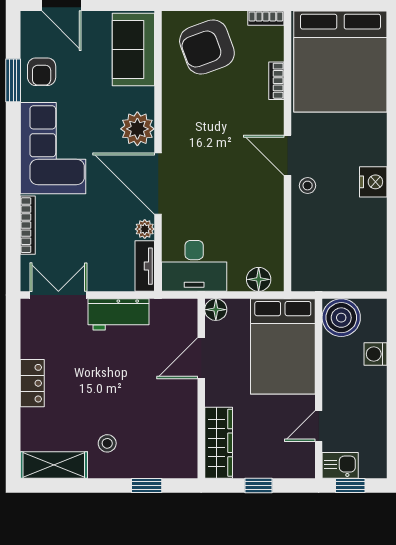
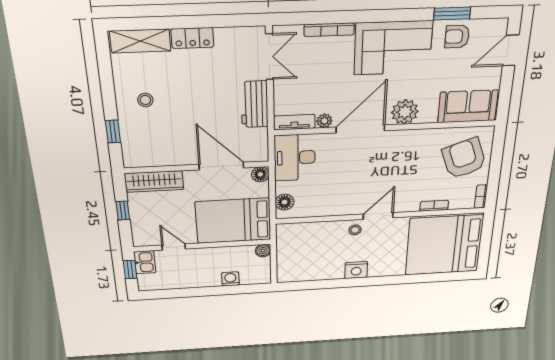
boiler: (341, 318) -> (263, 251), width x0.54, depth x0.54
door: (201, 358) -> (221, 166), width x1.36
shelving: (54, 465) -> (140, 41), moved, turned 90

